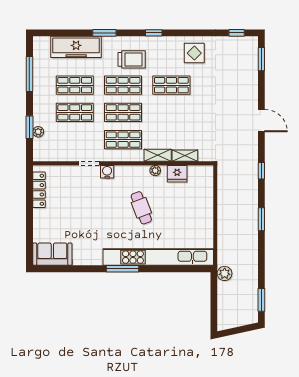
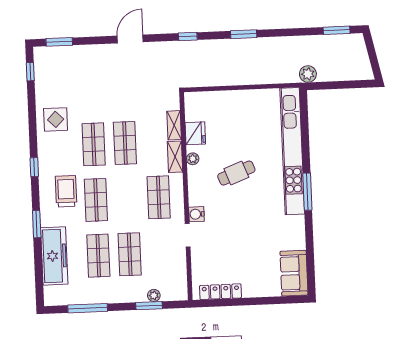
shop shelf: (123, 112) -> (125, 143), moved

